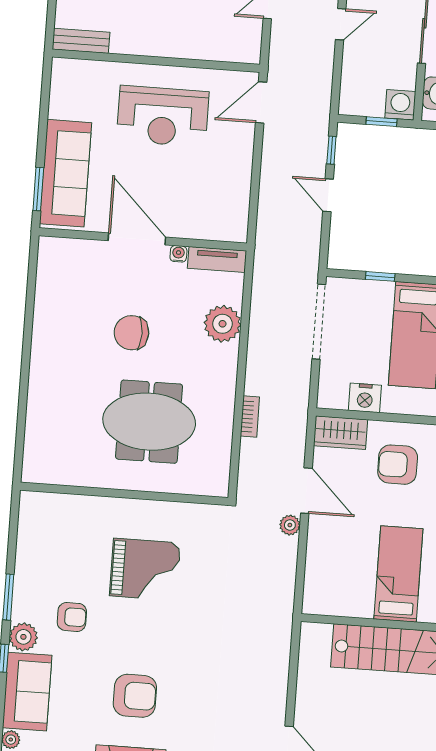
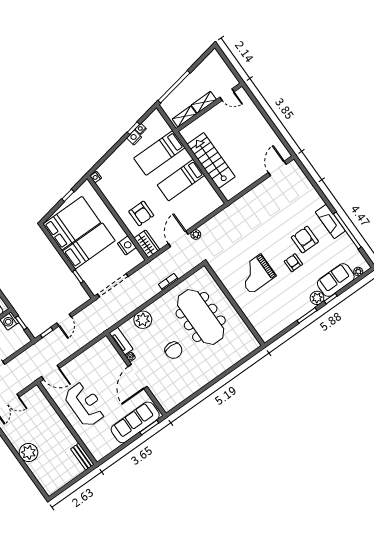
meeting table: (149, 422) -> (201, 317), width x1.36
grand piano: (145, 569) -> (256, 274), turned -90
armchair: (72, 617) -> (293, 263), moved

